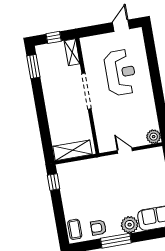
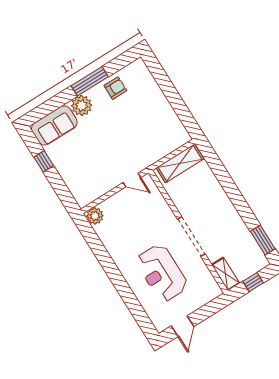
door: (125, 151) -> (132, 180), moved
window: (54, 182) -> (187, 119), removed
coffee table: (75, 229) -> (141, 75), removed

